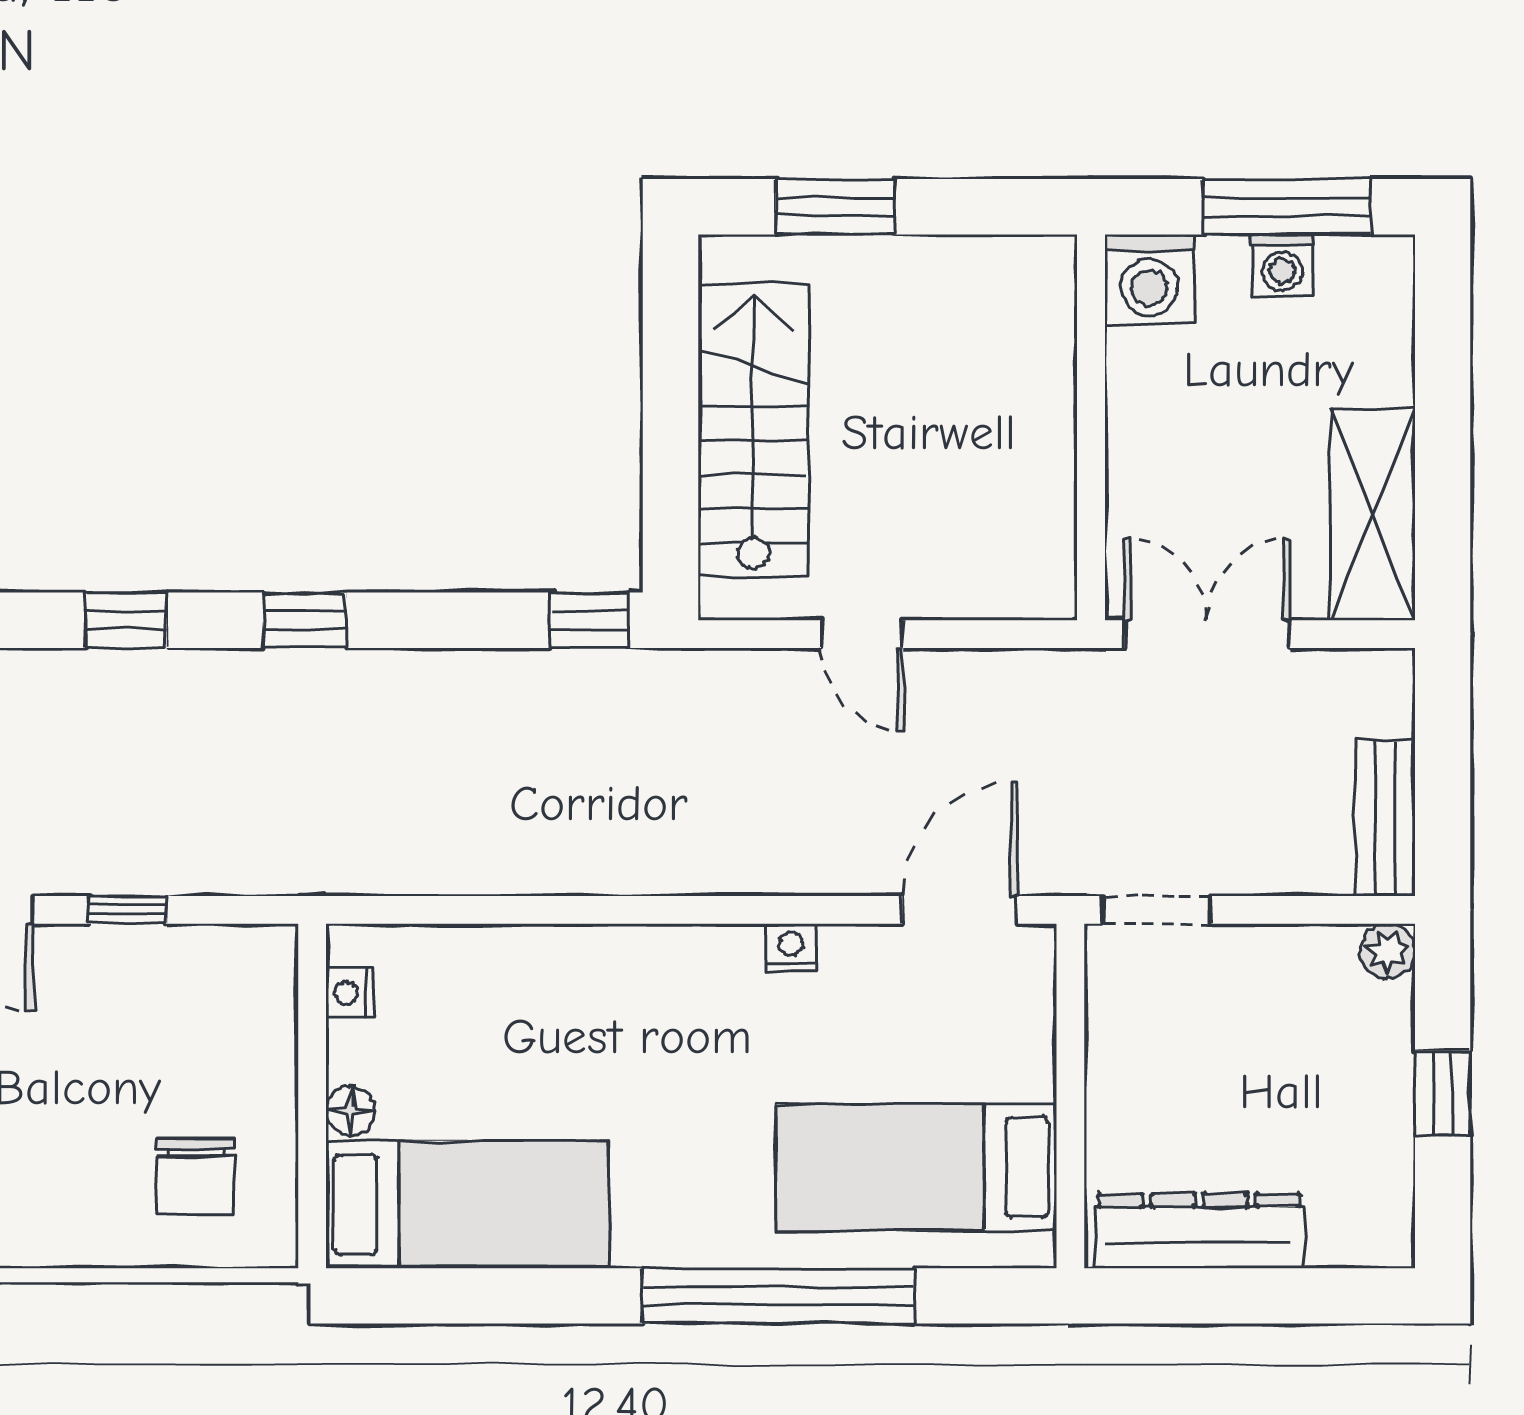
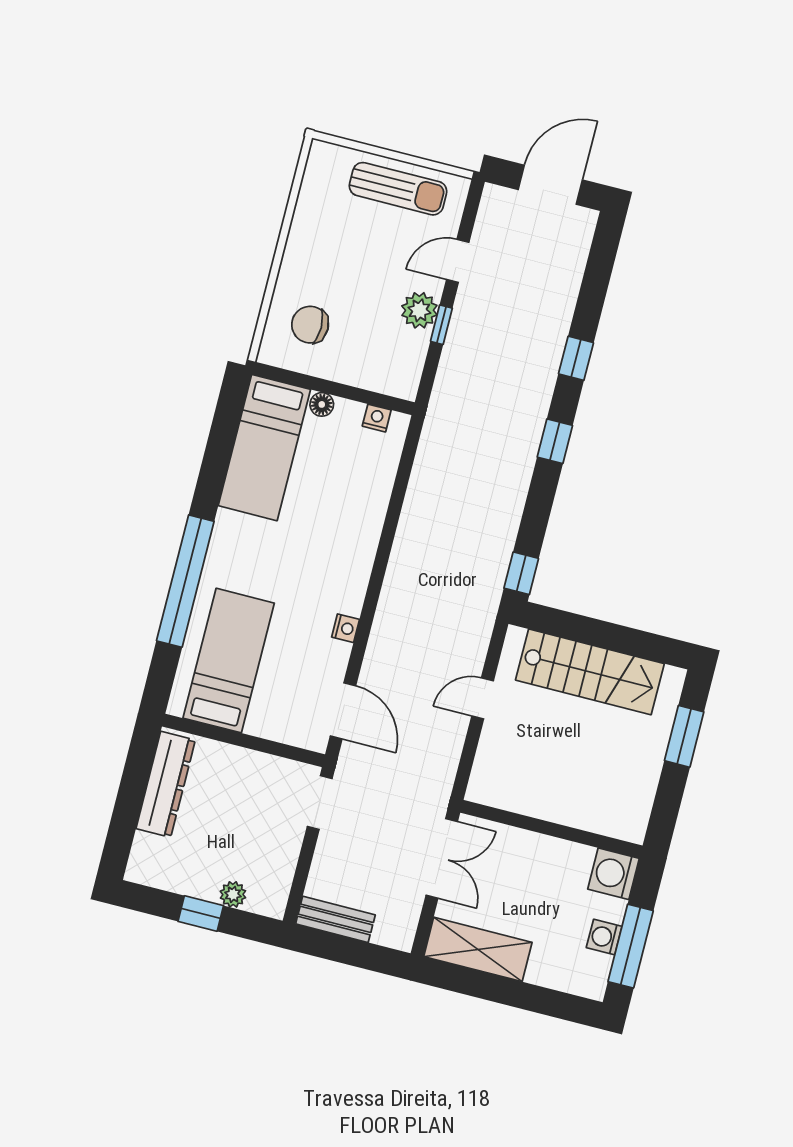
plant: (1387, 951) -> (233, 894), moved
plant: (110, 962) -> (419, 310), added

